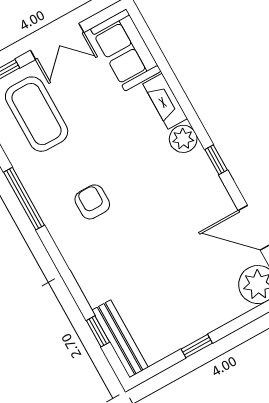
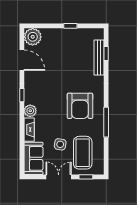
side table: (89, 106) -> (60, 144), added
armchair: (92, 202) -> (80, 106), width x1.88, depth x1.88
bench: (120, 339) -> (99, 58), moved

